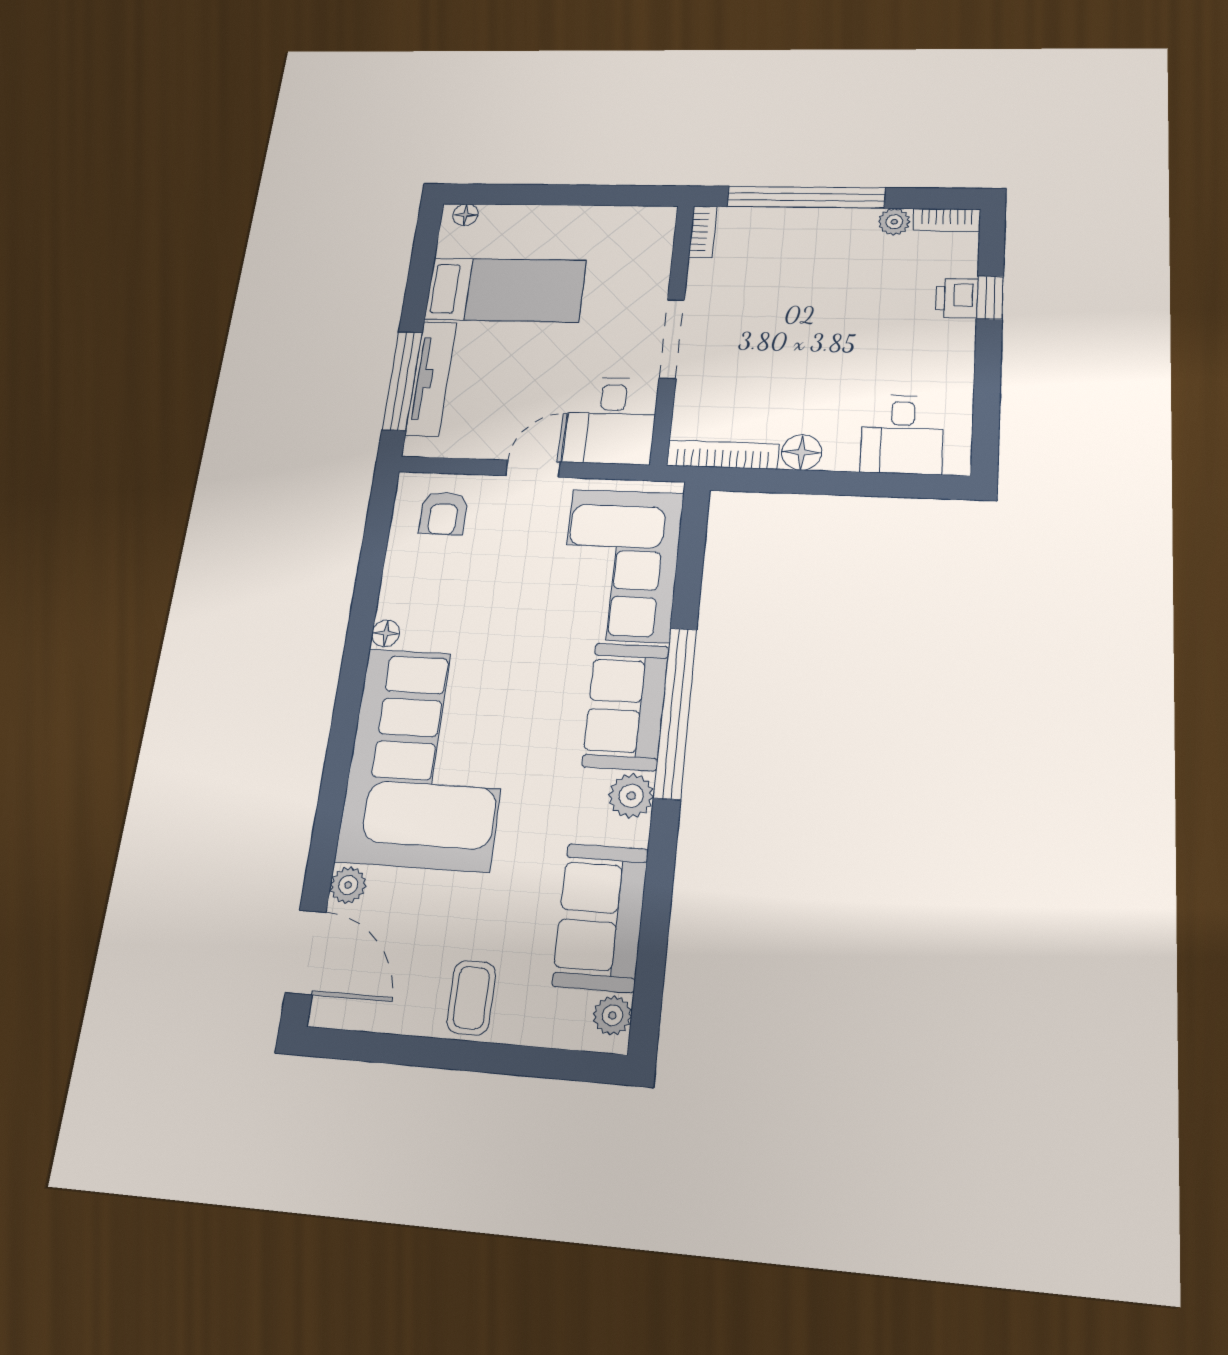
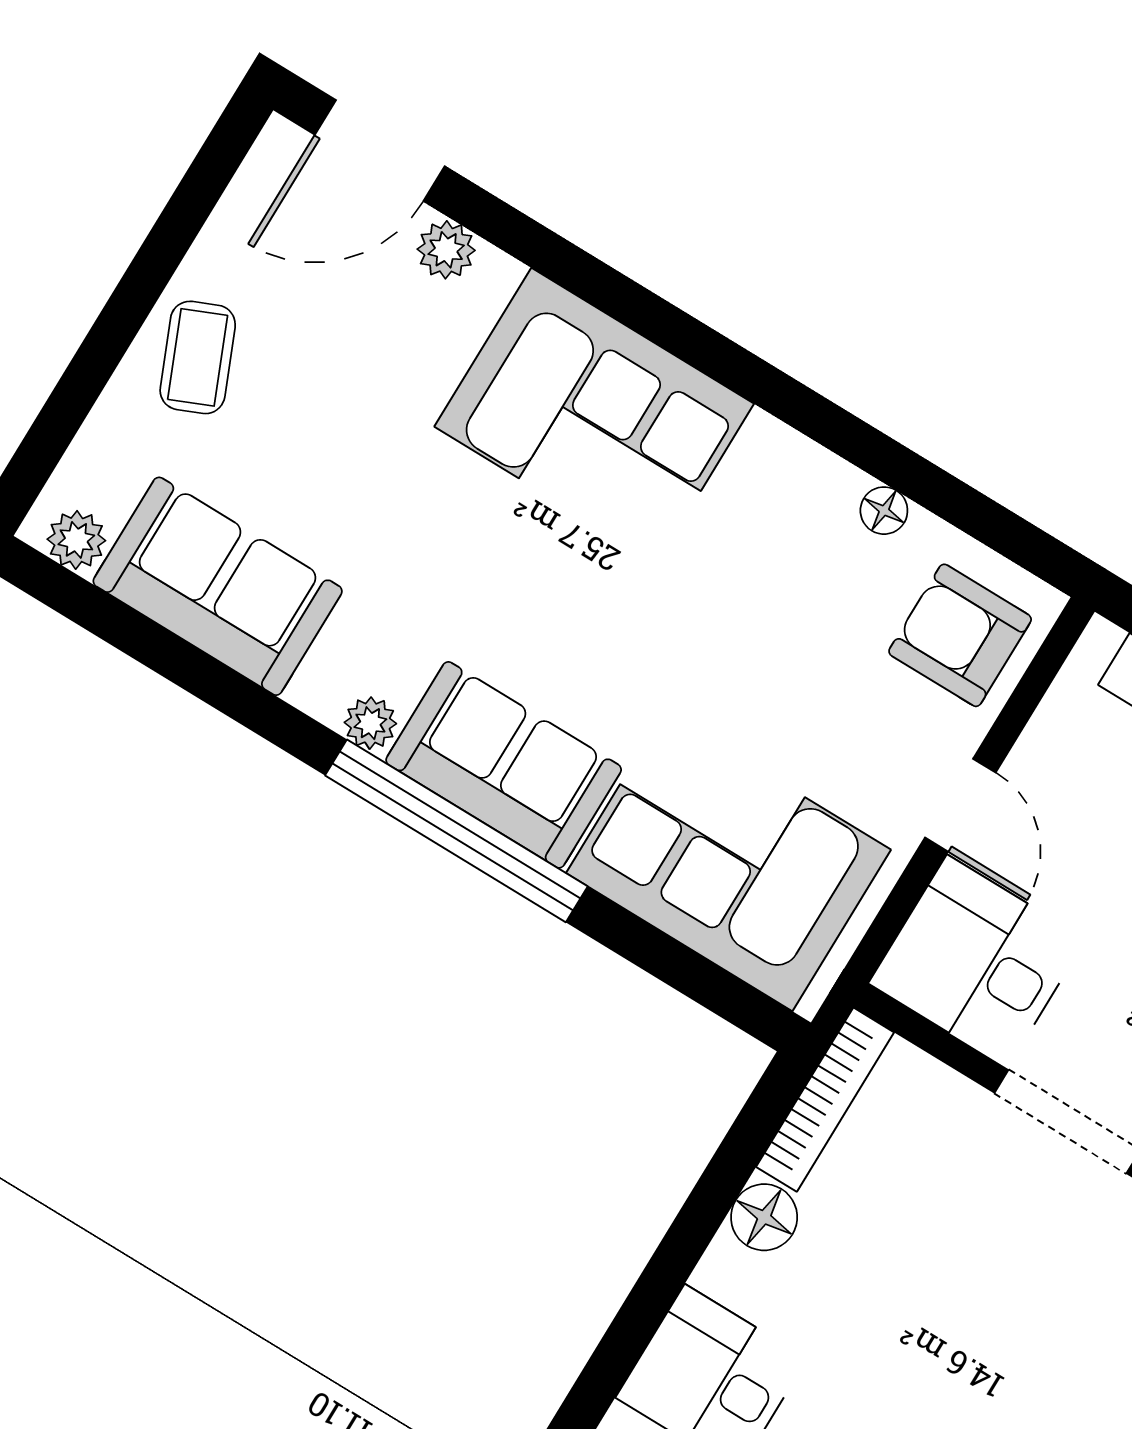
armchair: (443, 513) -> (960, 635), width x1.38, depth x1.38
floor lamp: (386, 633) -> (884, 511), moved
corner sofa: (428, 758) -> (594, 415), width x0.73, depth x0.74
plant: (631, 796) -> (370, 723), width x0.73, depth x0.73
coffee table: (471, 998) -> (198, 357), turned 67

